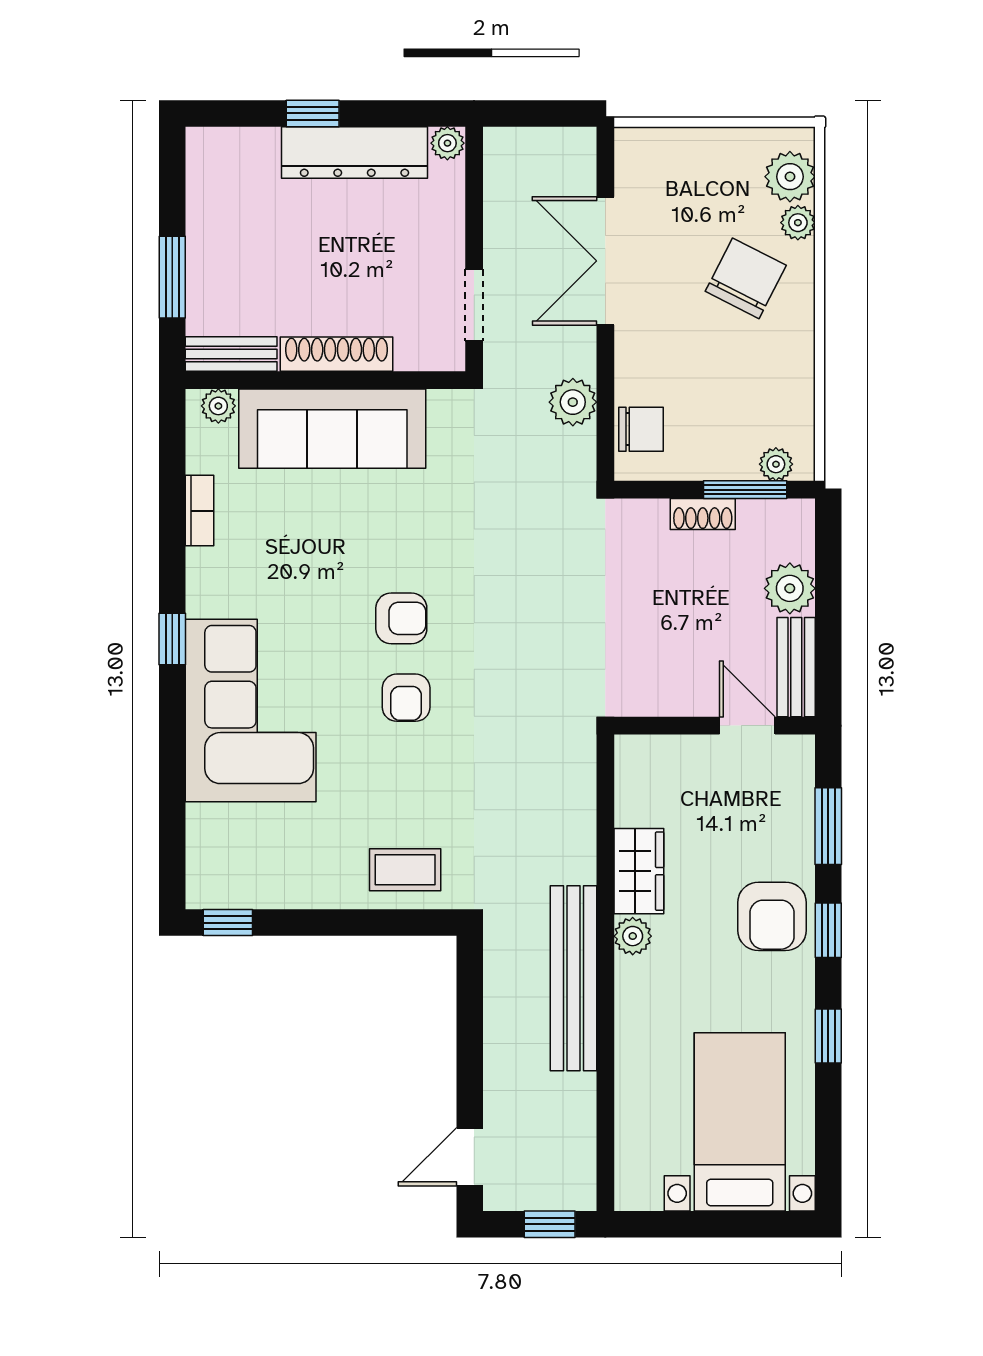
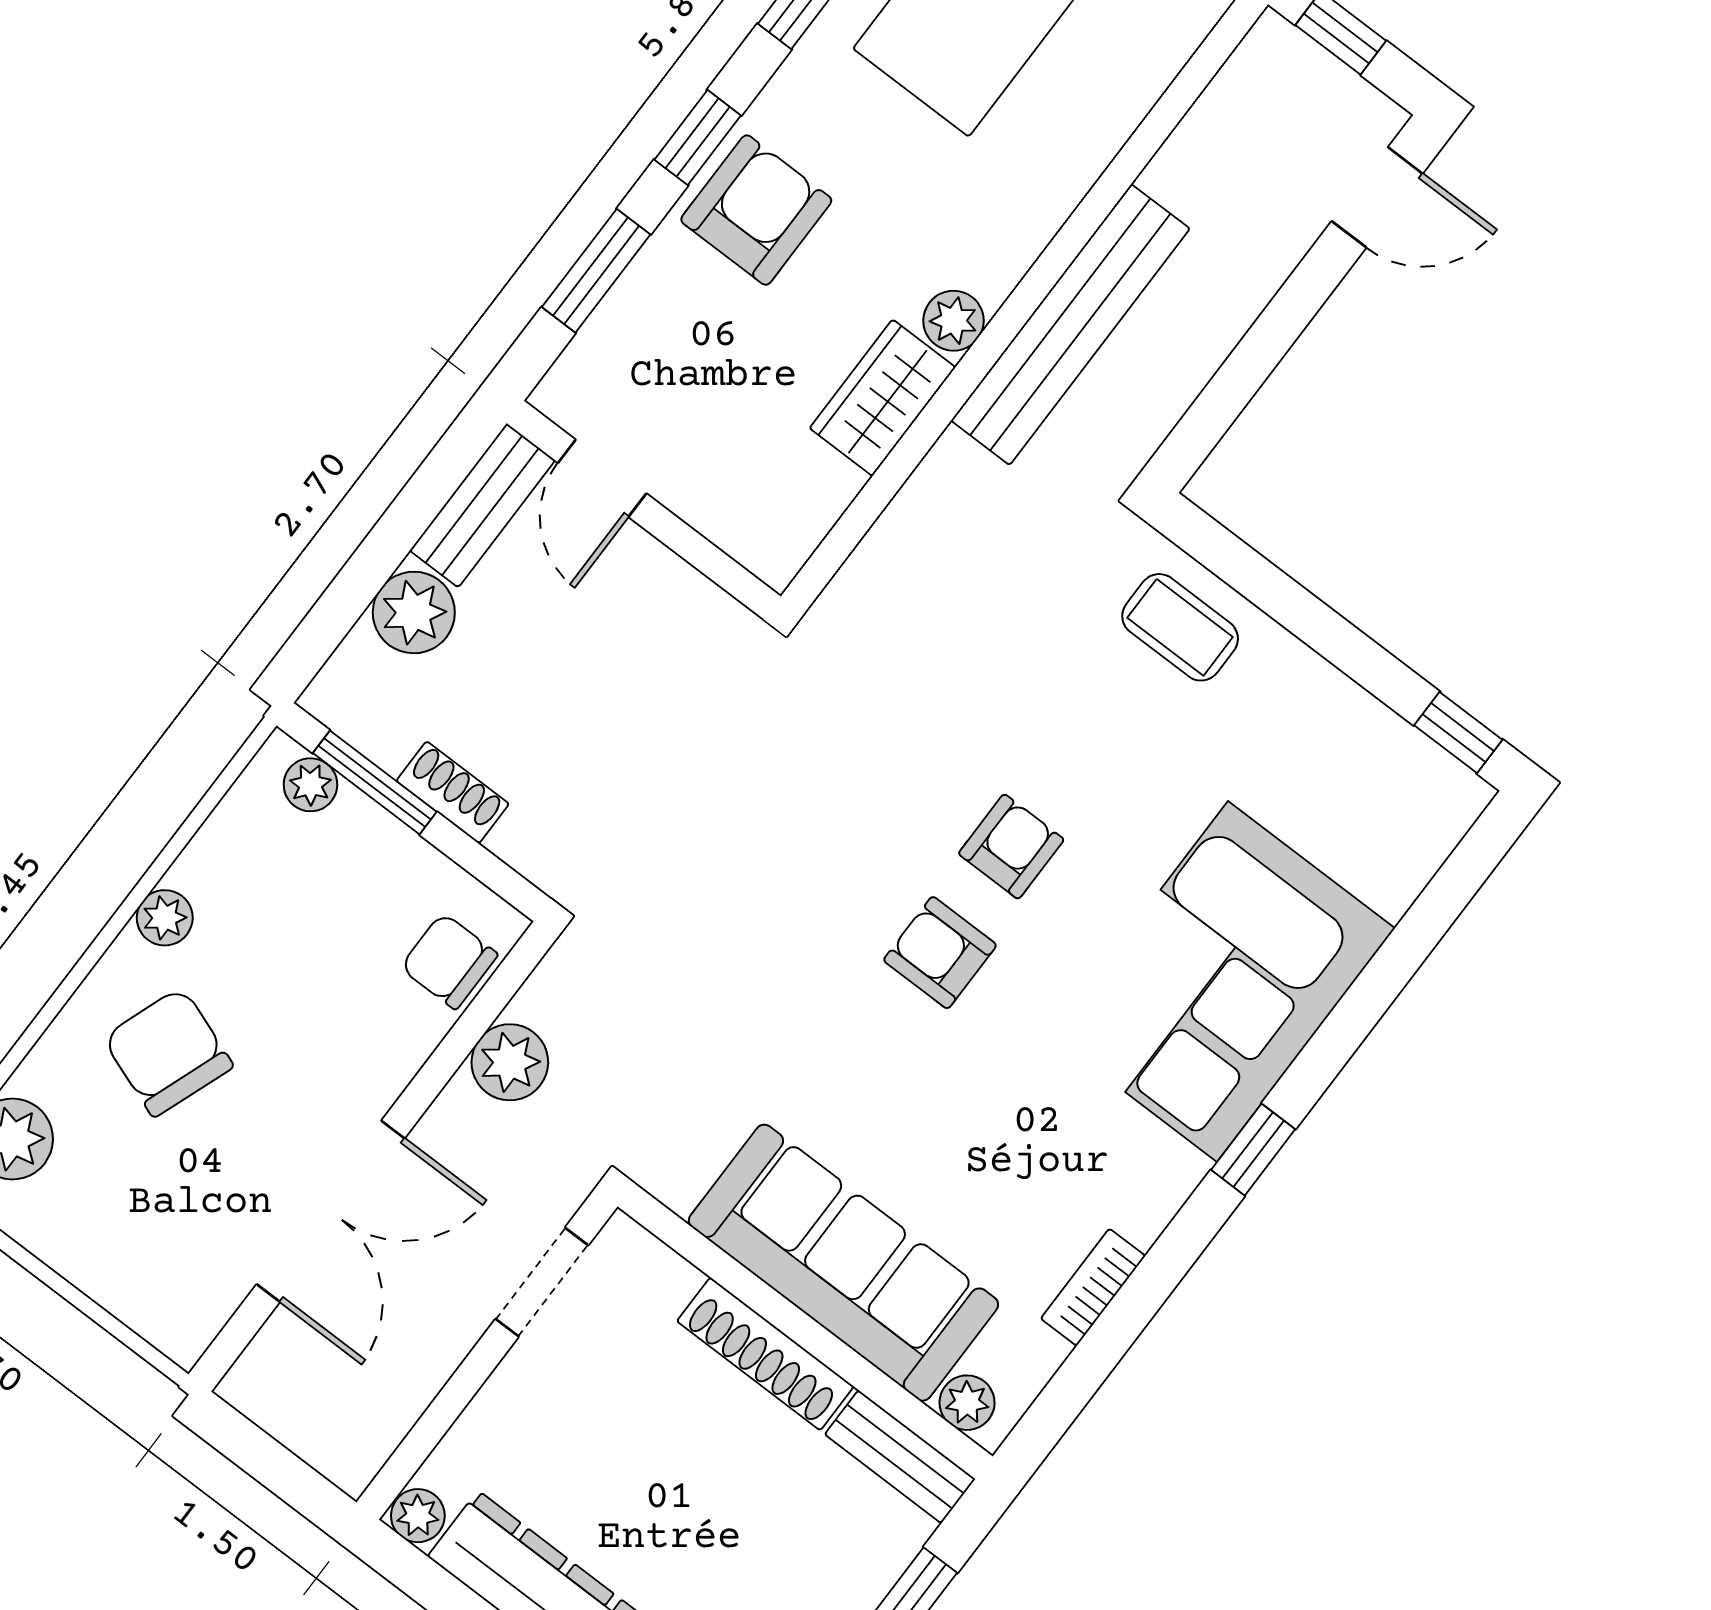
plant: (798, 223) -> (165, 918), moved
chair: (746, 278) -> (168, 1052), turned 83

